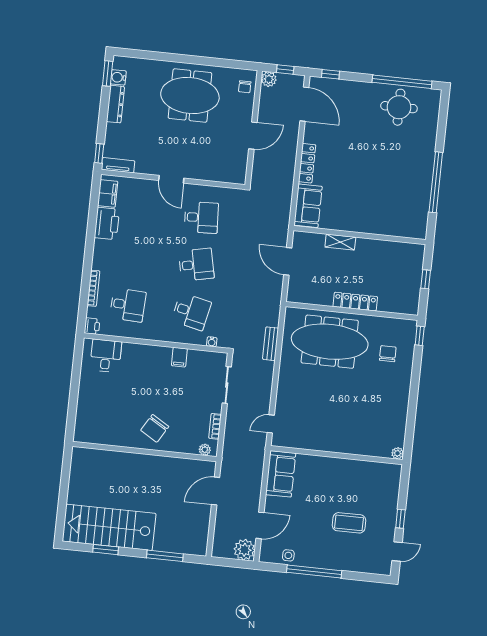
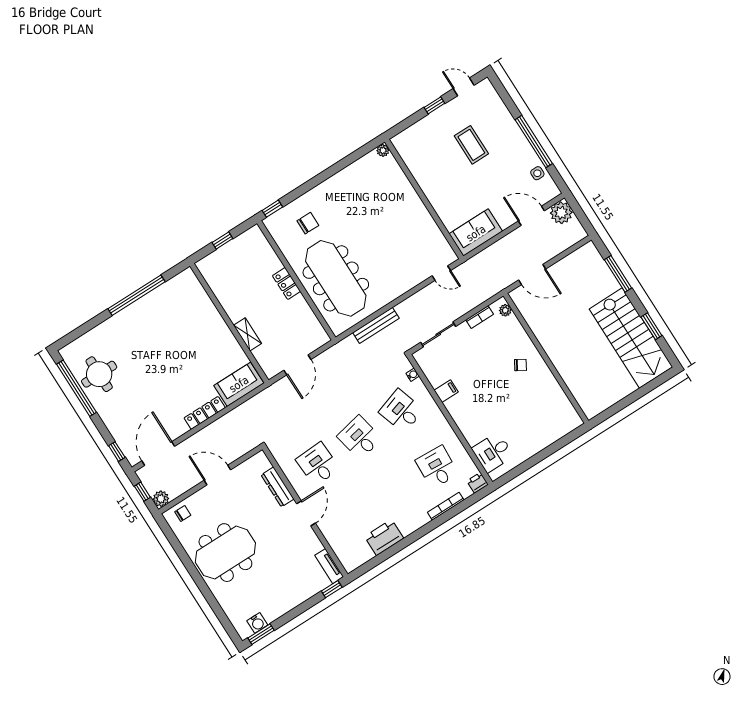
meeting table: (190, 96) -> (225, 553), turned 90
dresser: (115, 104) -> (277, 487), moved, turned -90
filing cabinet: (108, 193) -> (359, 556), removed
locker: (355, 302) -> (287, 283), width x0.66
desk: (191, 312) -> (401, 411), turned -30
bench: (271, 344) -> (376, 325), width x1.36
chair: (388, 354) -> (308, 223), turned 180
chair: (155, 428) -> (520, 365), width x0.54, depth x0.54

